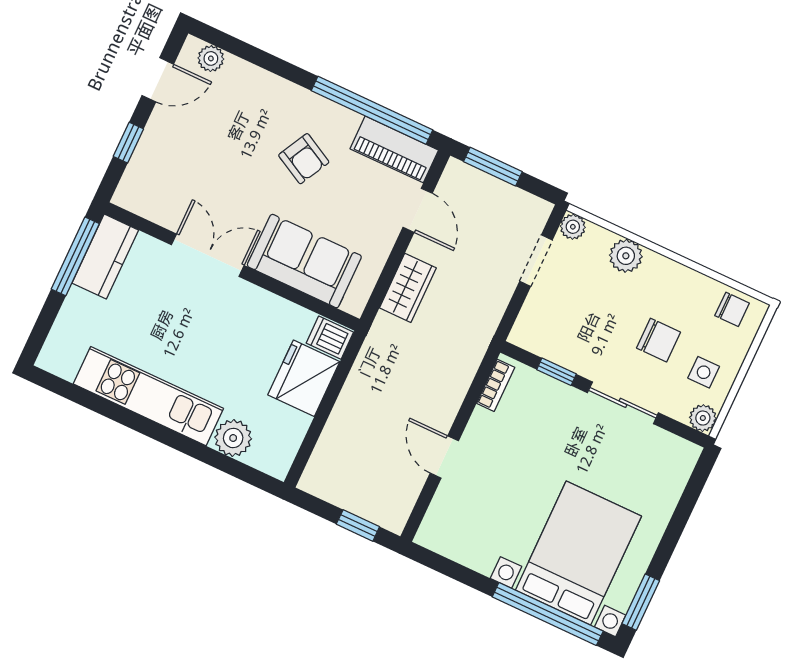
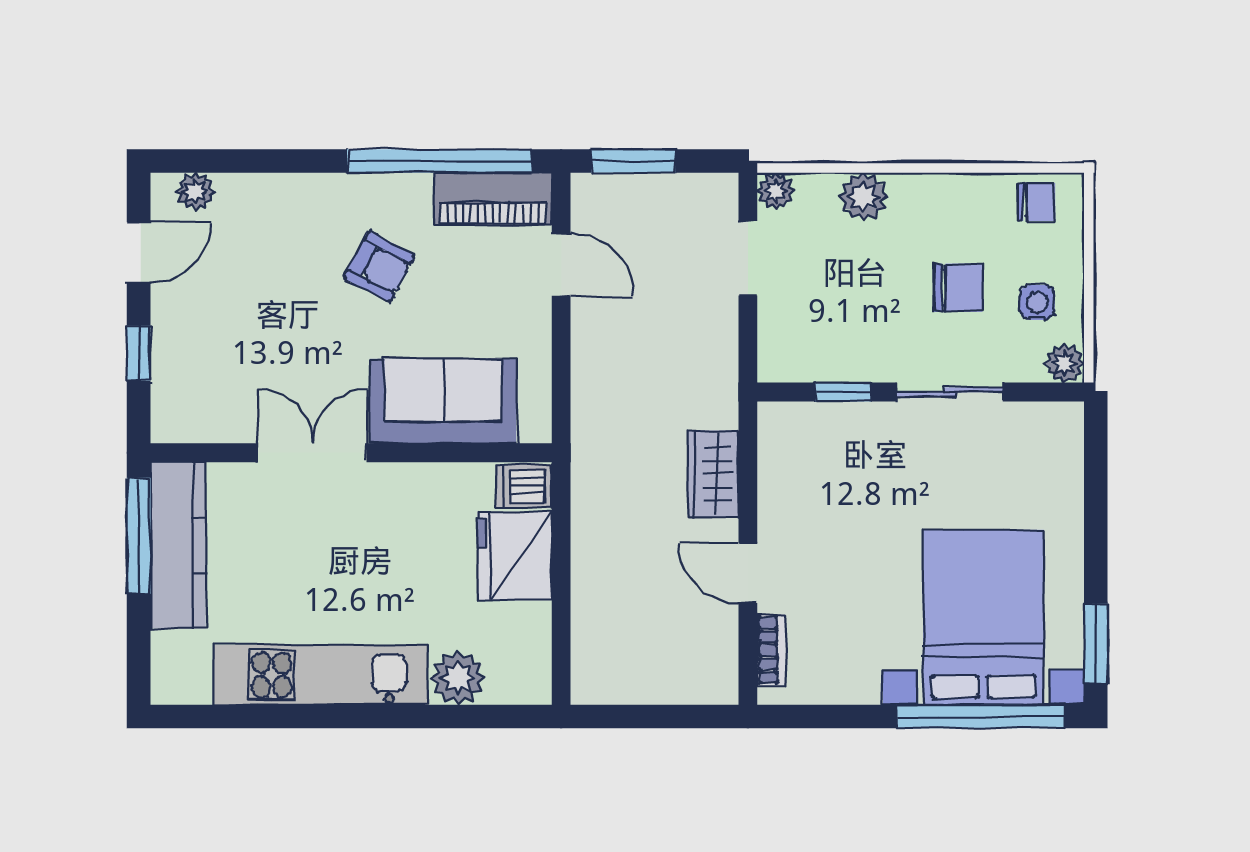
kitchen counter: (105, 257) -> (178, 545), width x1.50
wardrobe: (408, 288) -> (713, 474), moved, turned 180
bookcase: (496, 385) -> (771, 650), moved
window: (358, 525) -> (676, 717), removed

